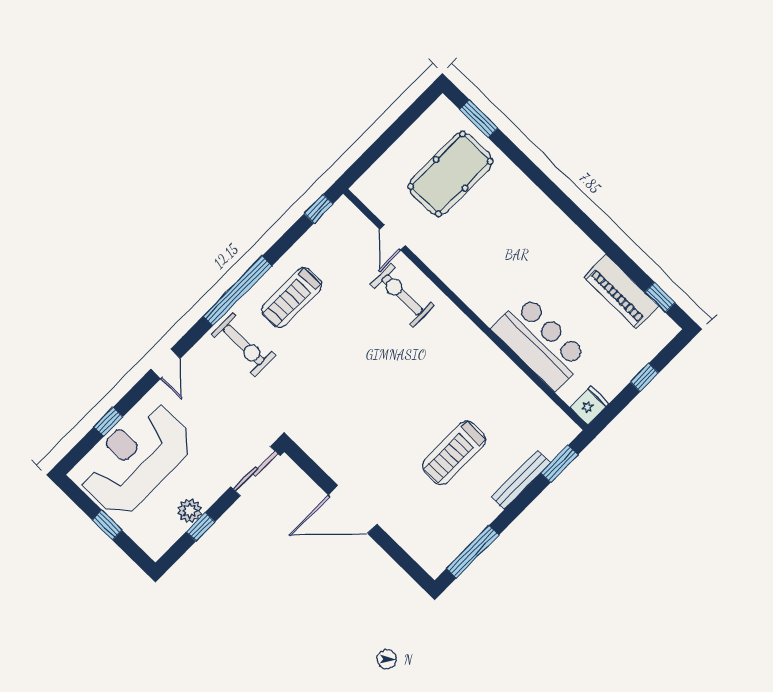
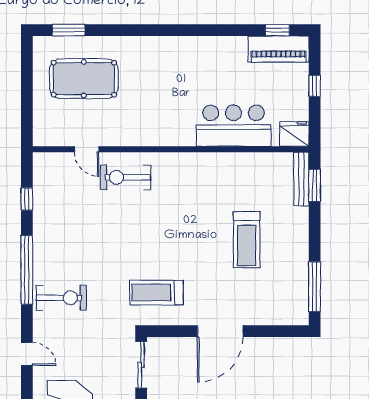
pool table: (451, 174) -> (84, 79), turned 90
window: (319, 209) -> (27, 199), moved
piano: (621, 292) -> (278, 49), moved
treadmill: (292, 298) -> (157, 292), moved, turned 90
fridge: (589, 405) -> (294, 134), width x1.38
bench: (521, 480) -> (301, 179), moved

